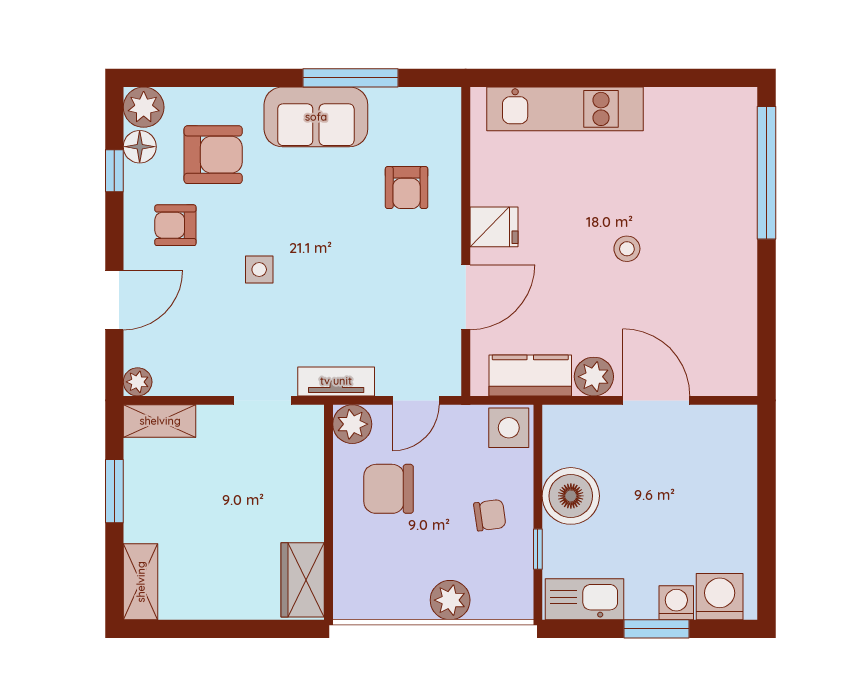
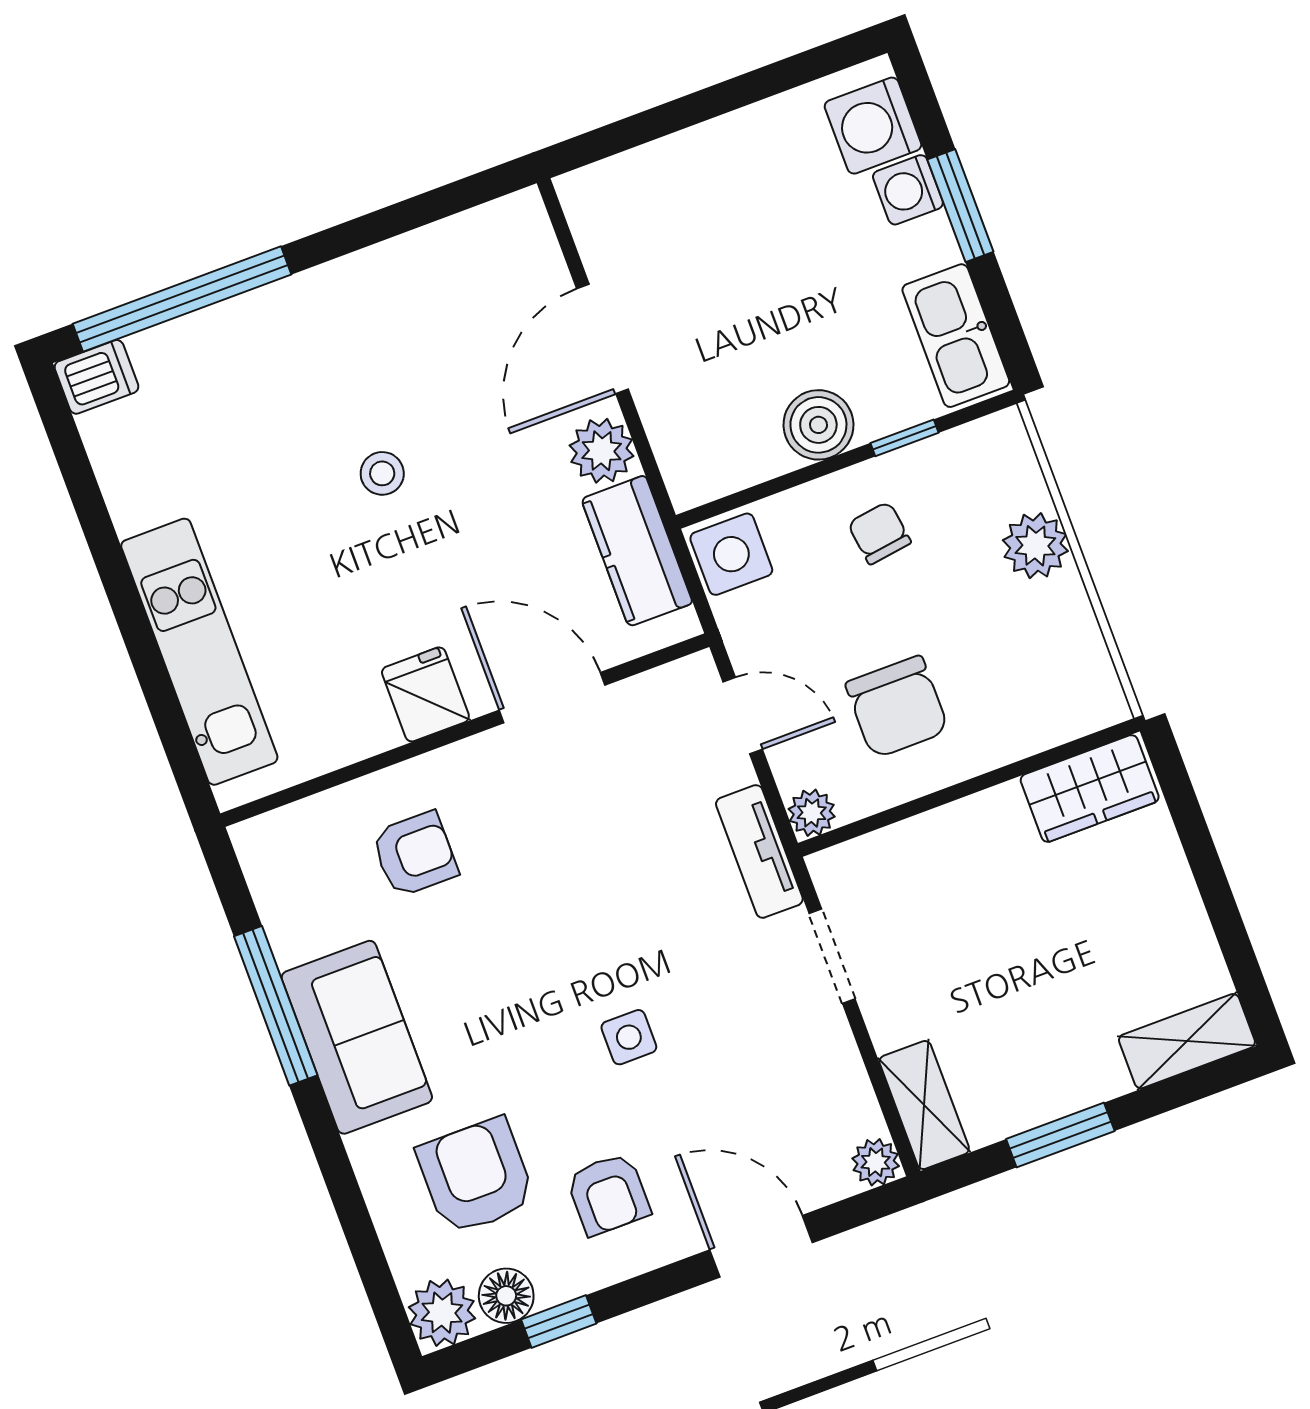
dishwasher: (741, 109) -> (96, 377), added
plant: (352, 424) -> (812, 813), width x0.73, depth x0.73
boiler: (571, 496) -> (818, 425), width x0.73, depth x0.73

